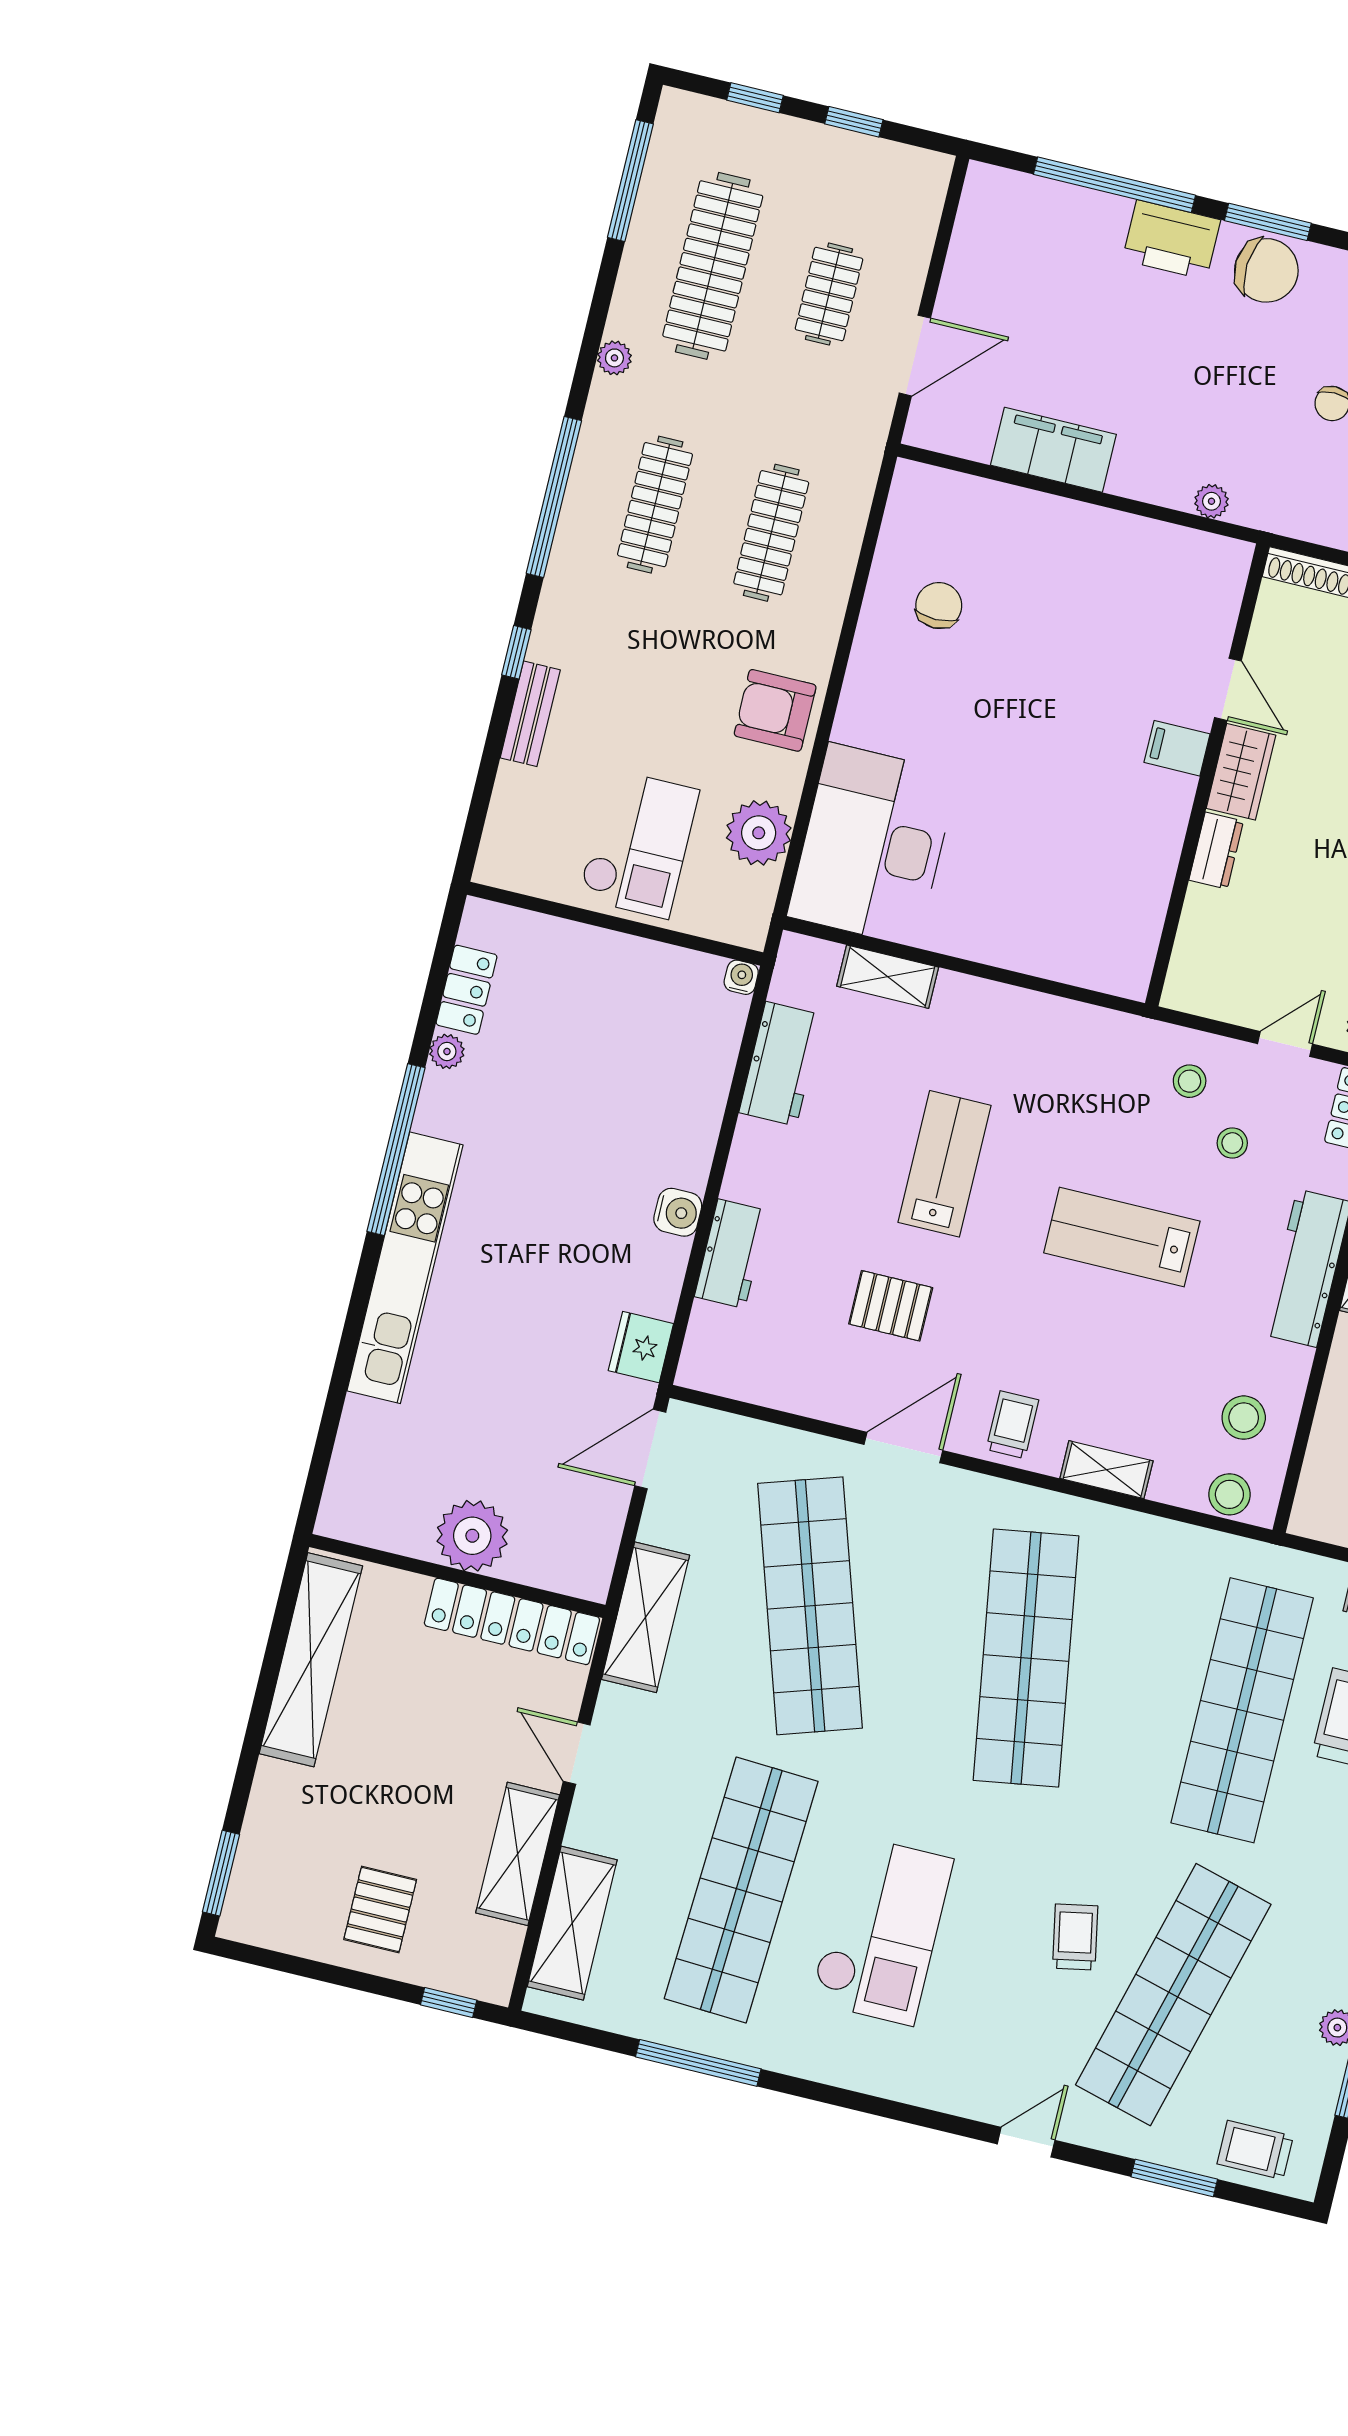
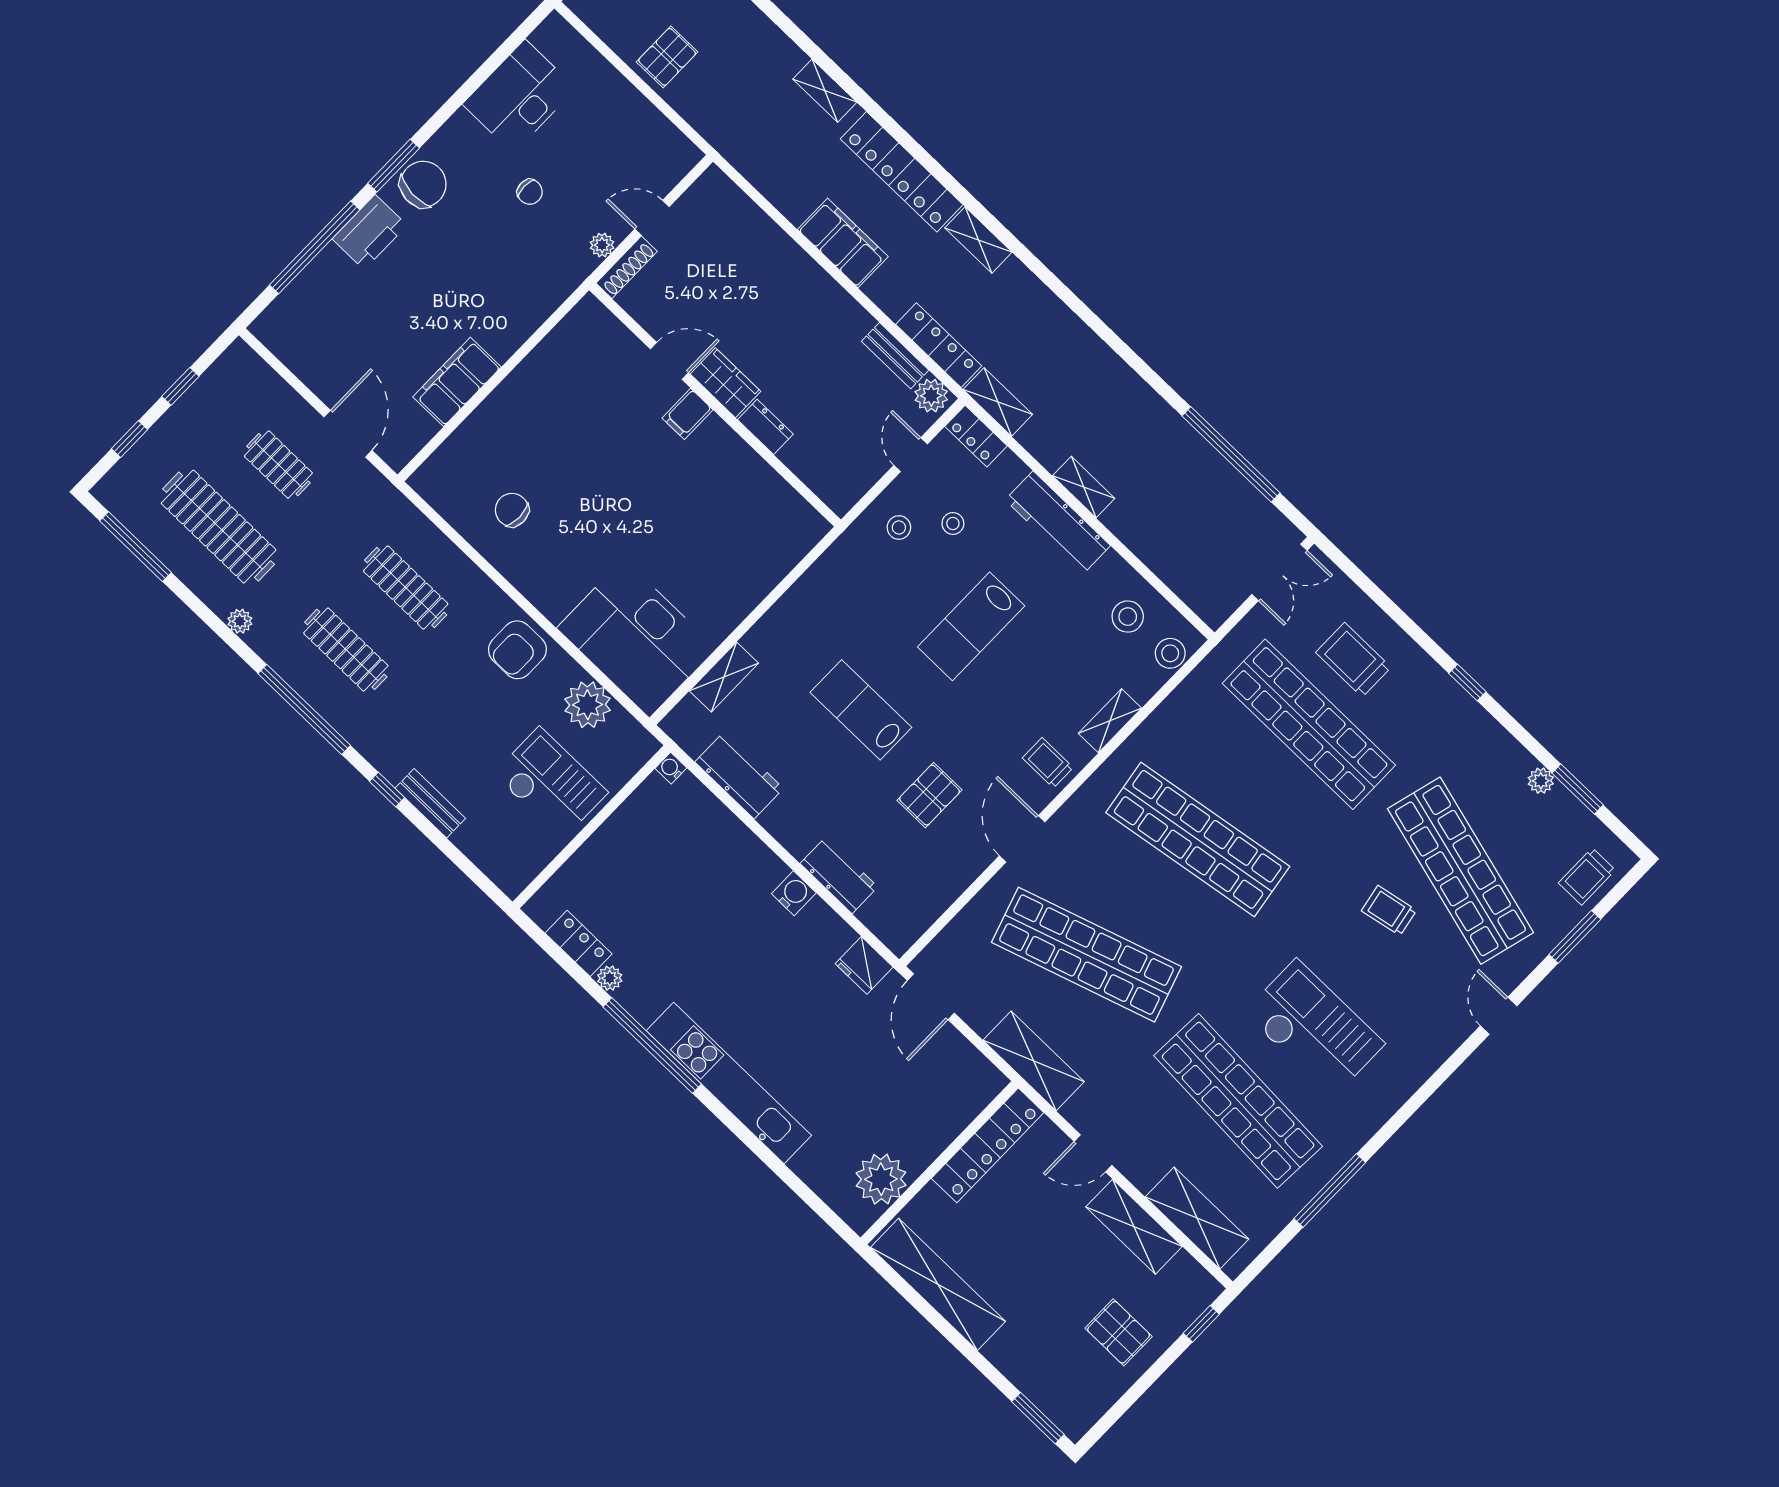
plant: (1211, 501) -> (602, 245), moved
plant: (472, 1536) -> (881, 1179), moved

